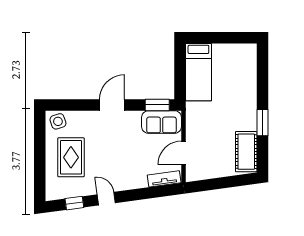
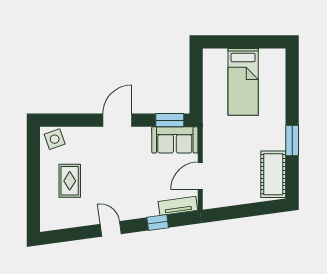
bed: (198, 72) -> (243, 82), moved
rug: (71, 157) -> (70, 181), width x0.73, depth x0.70
window: (74, 203) -> (158, 223), moved

